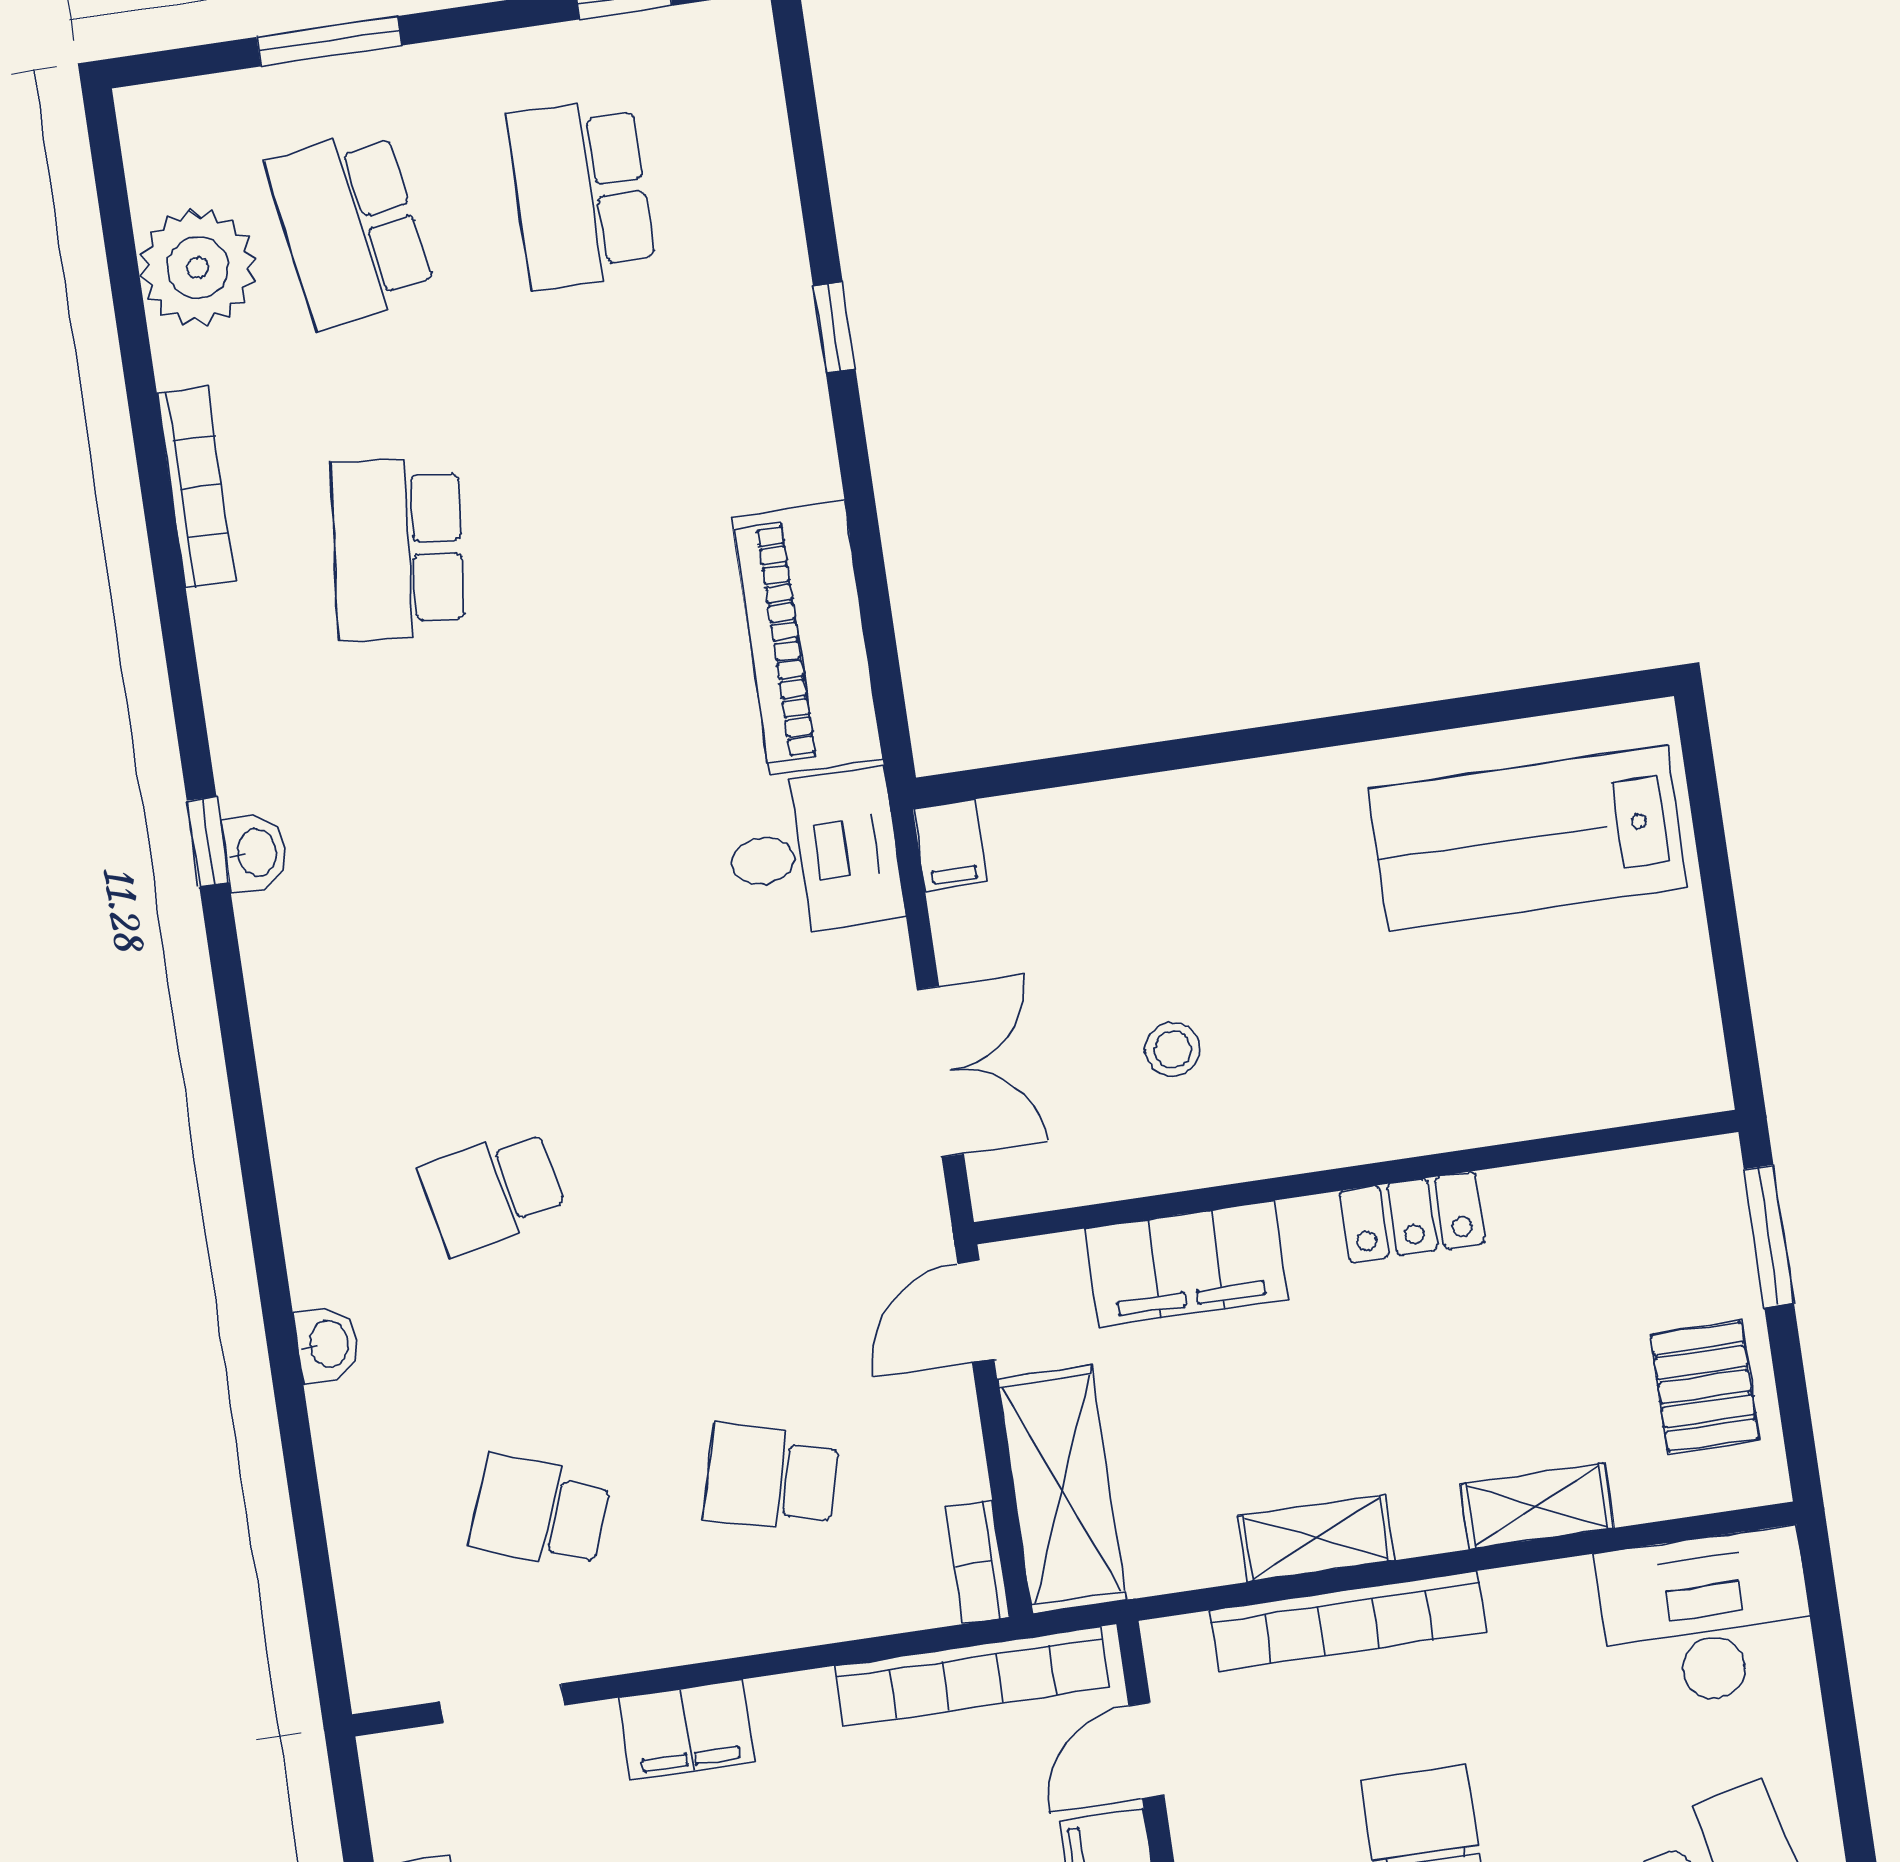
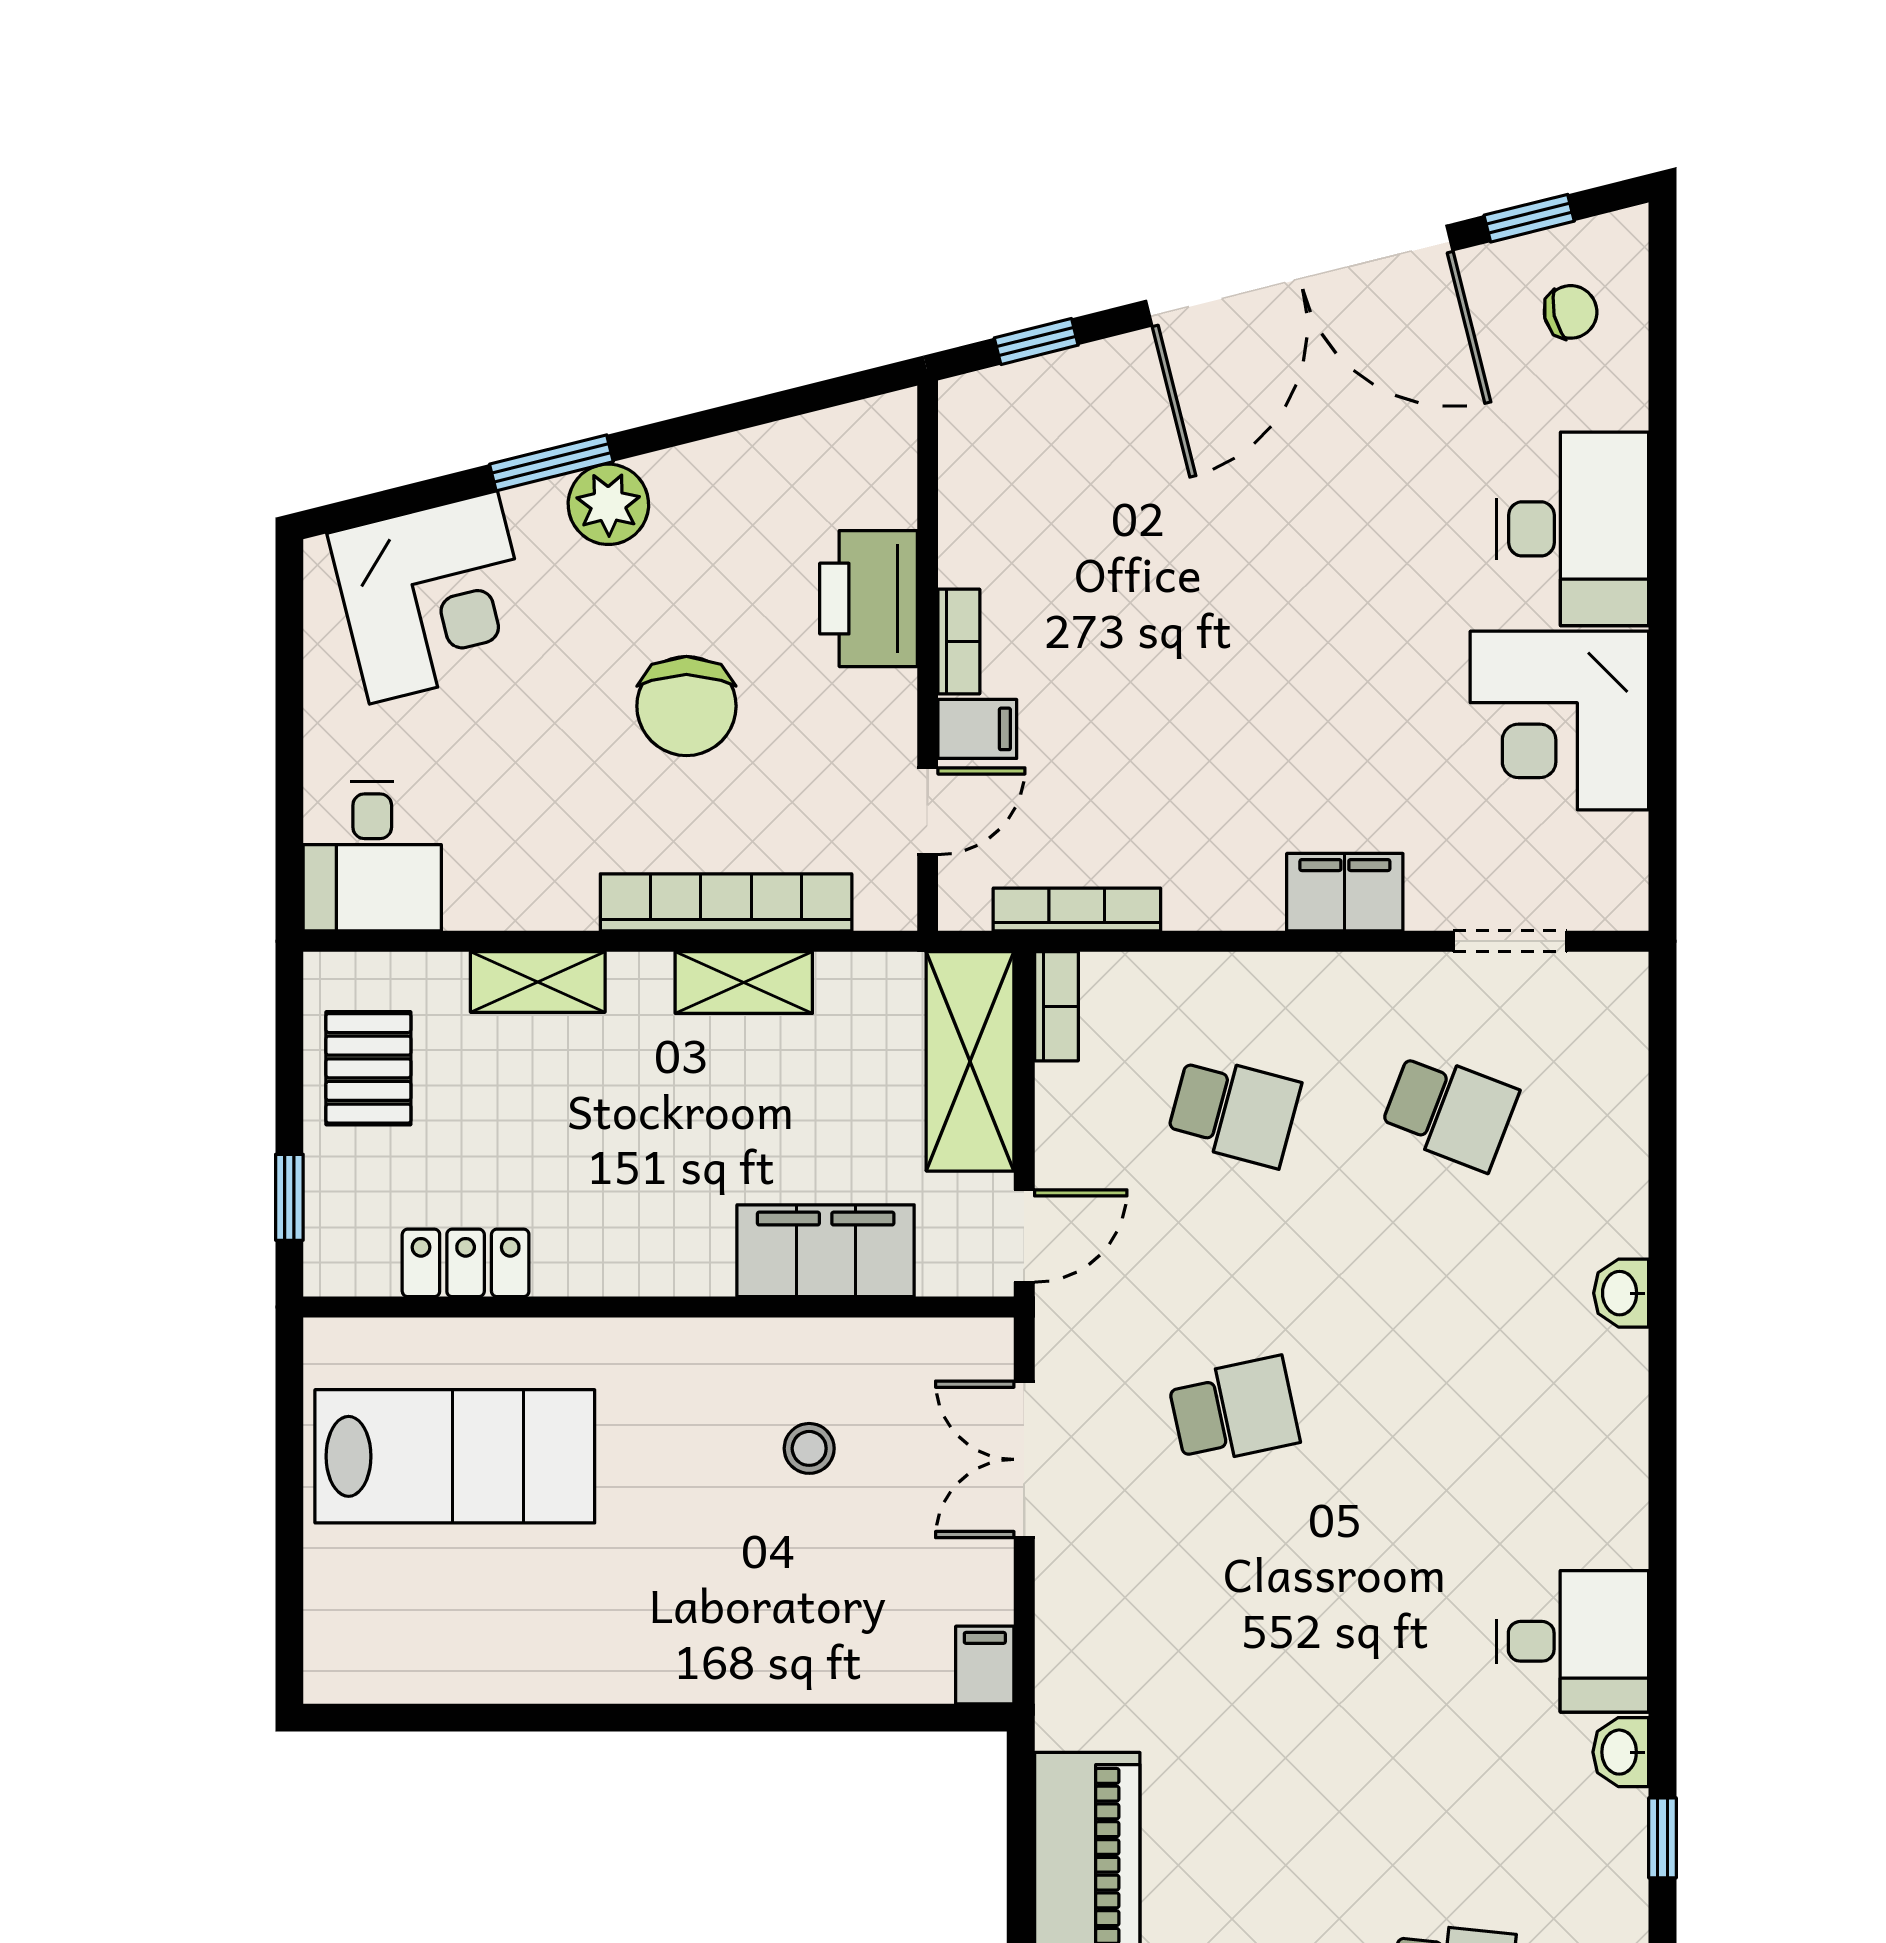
lab bench: (1528, 838) -> (455, 1456), moved
window: (208, 842) -> (1663, 1838), moved
desk: (813, 853) -> (1572, 1641), moved, turned 180
school desk: (493, 1191) -> (1234, 1411), moved
locker: (1412, 1217) -> (466, 1263), moved
window: (1769, 1236) -> (289, 1197), width x0.67
desk: (1706, 1618) -> (372, 856), width x0.73
bookcase: (972, 1676) -> (1077, 910), width x0.68, depth x0.76

